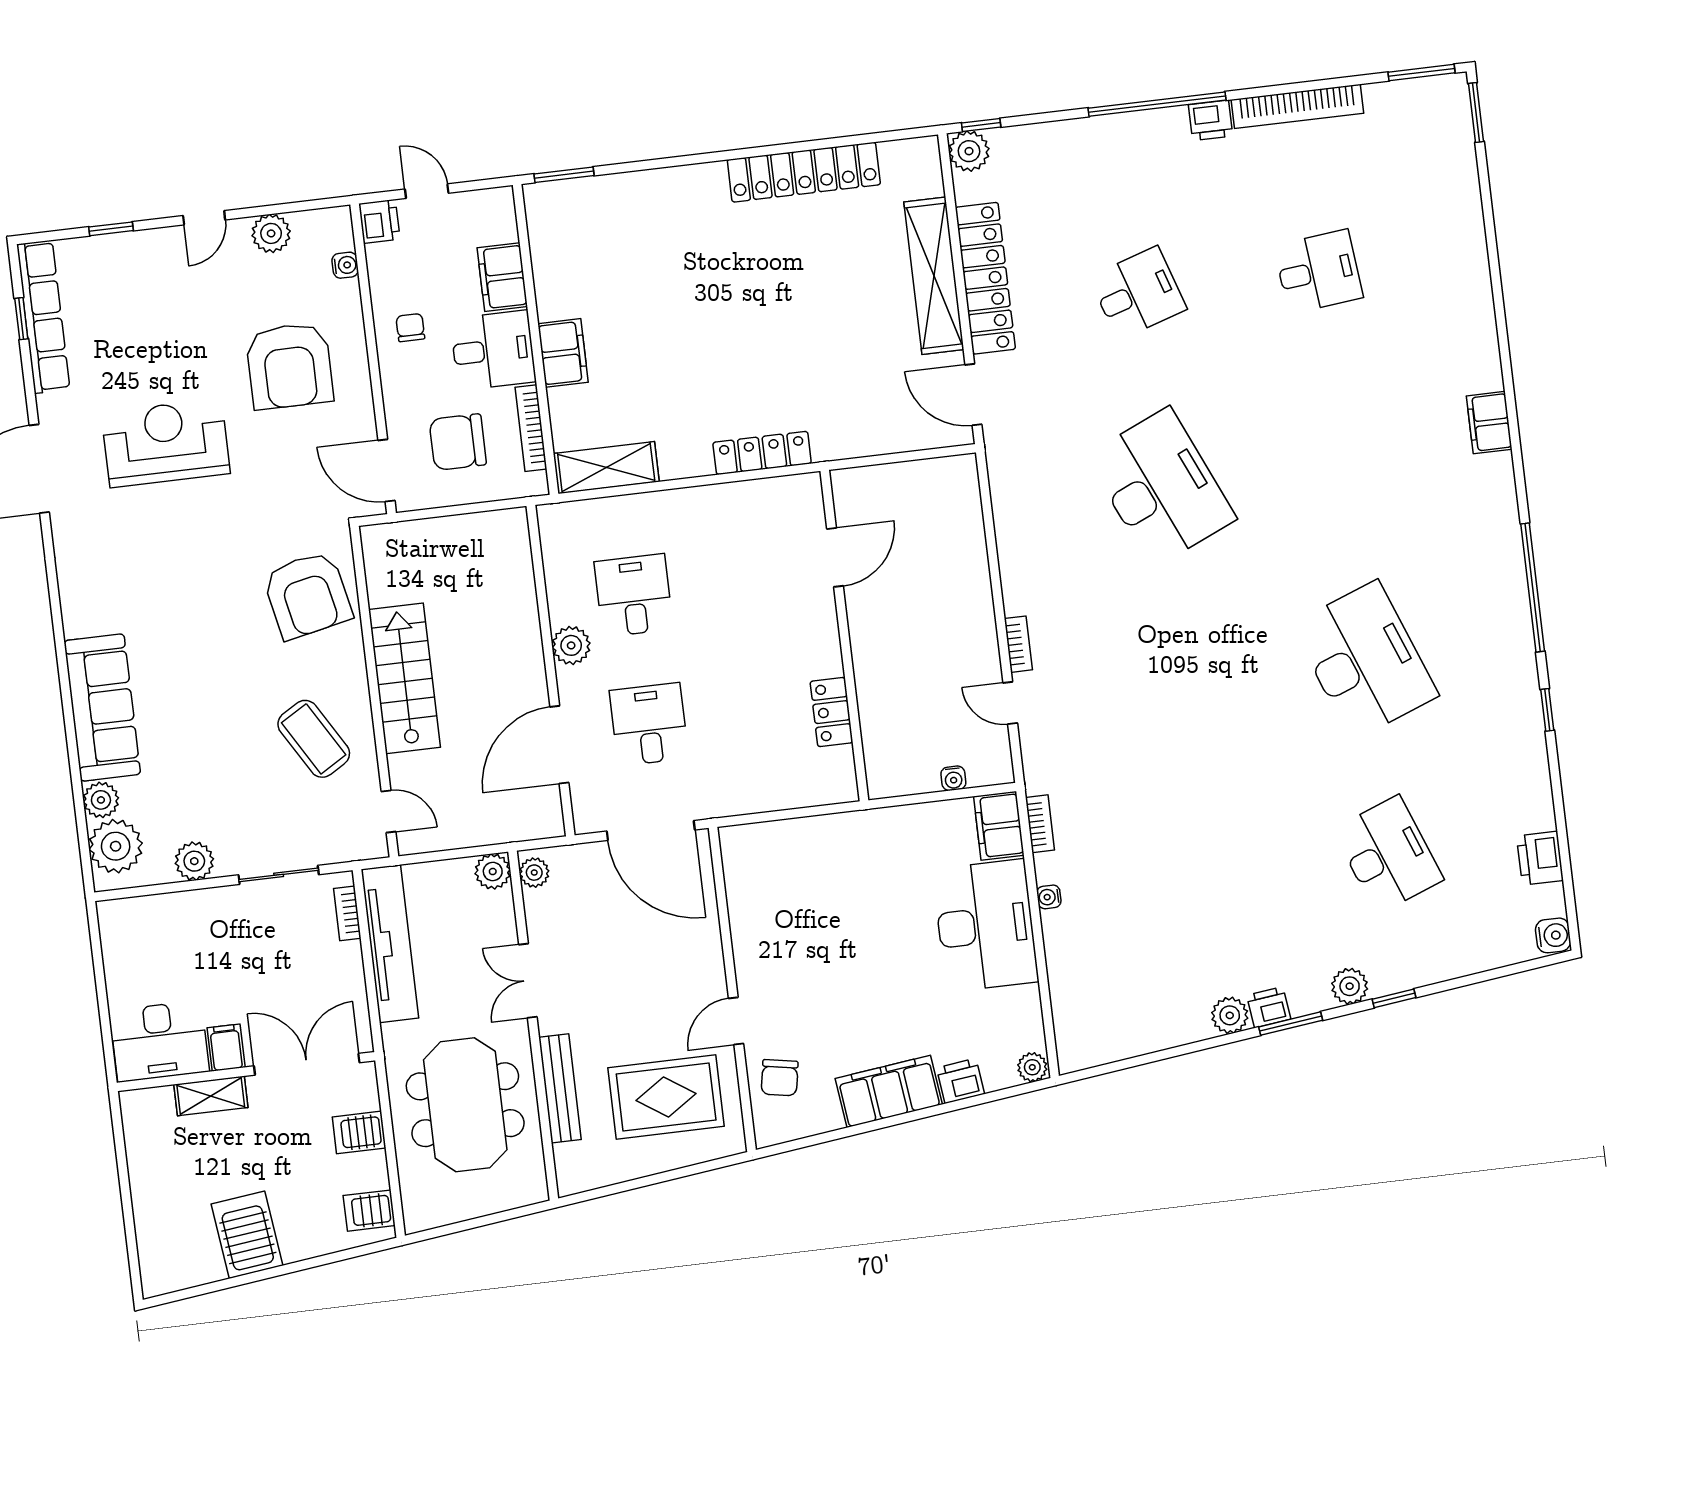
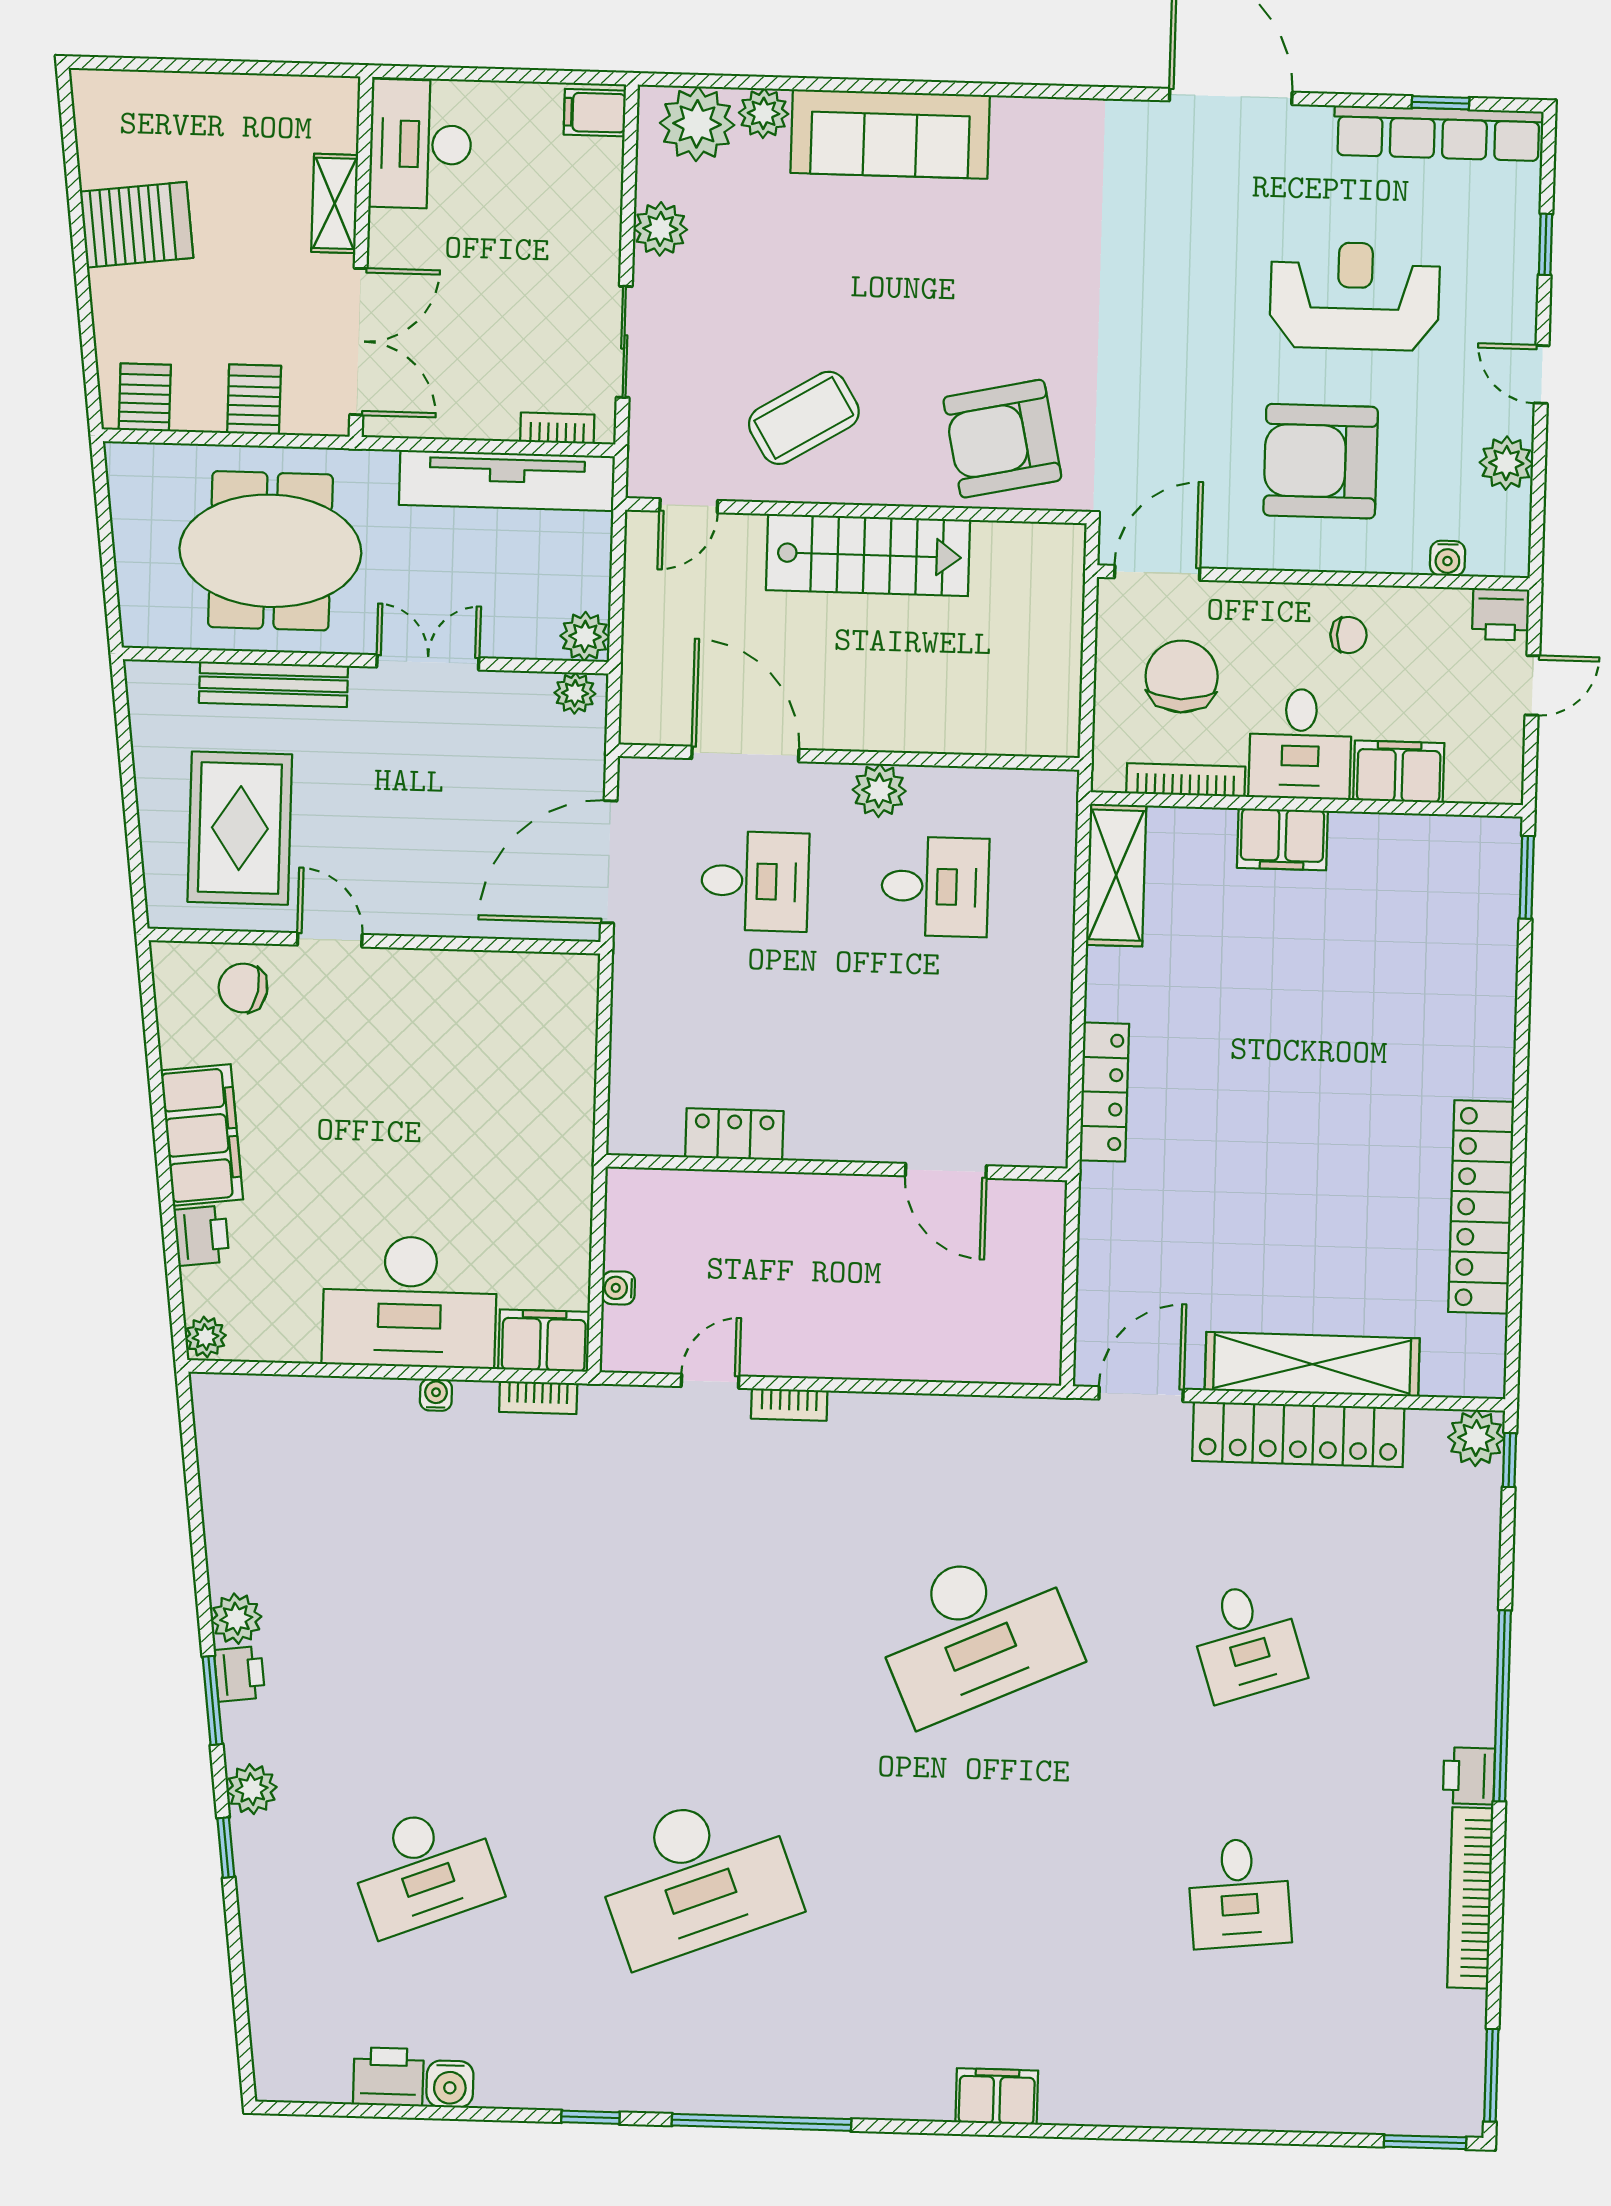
reception desk: (166, 443) -> (1355, 296), moved, turned -90
water cooler: (1553, 935) -> (450, 2084), moved
filing cabinet: (226, 1048) -> (595, 113), moved, turned 180

